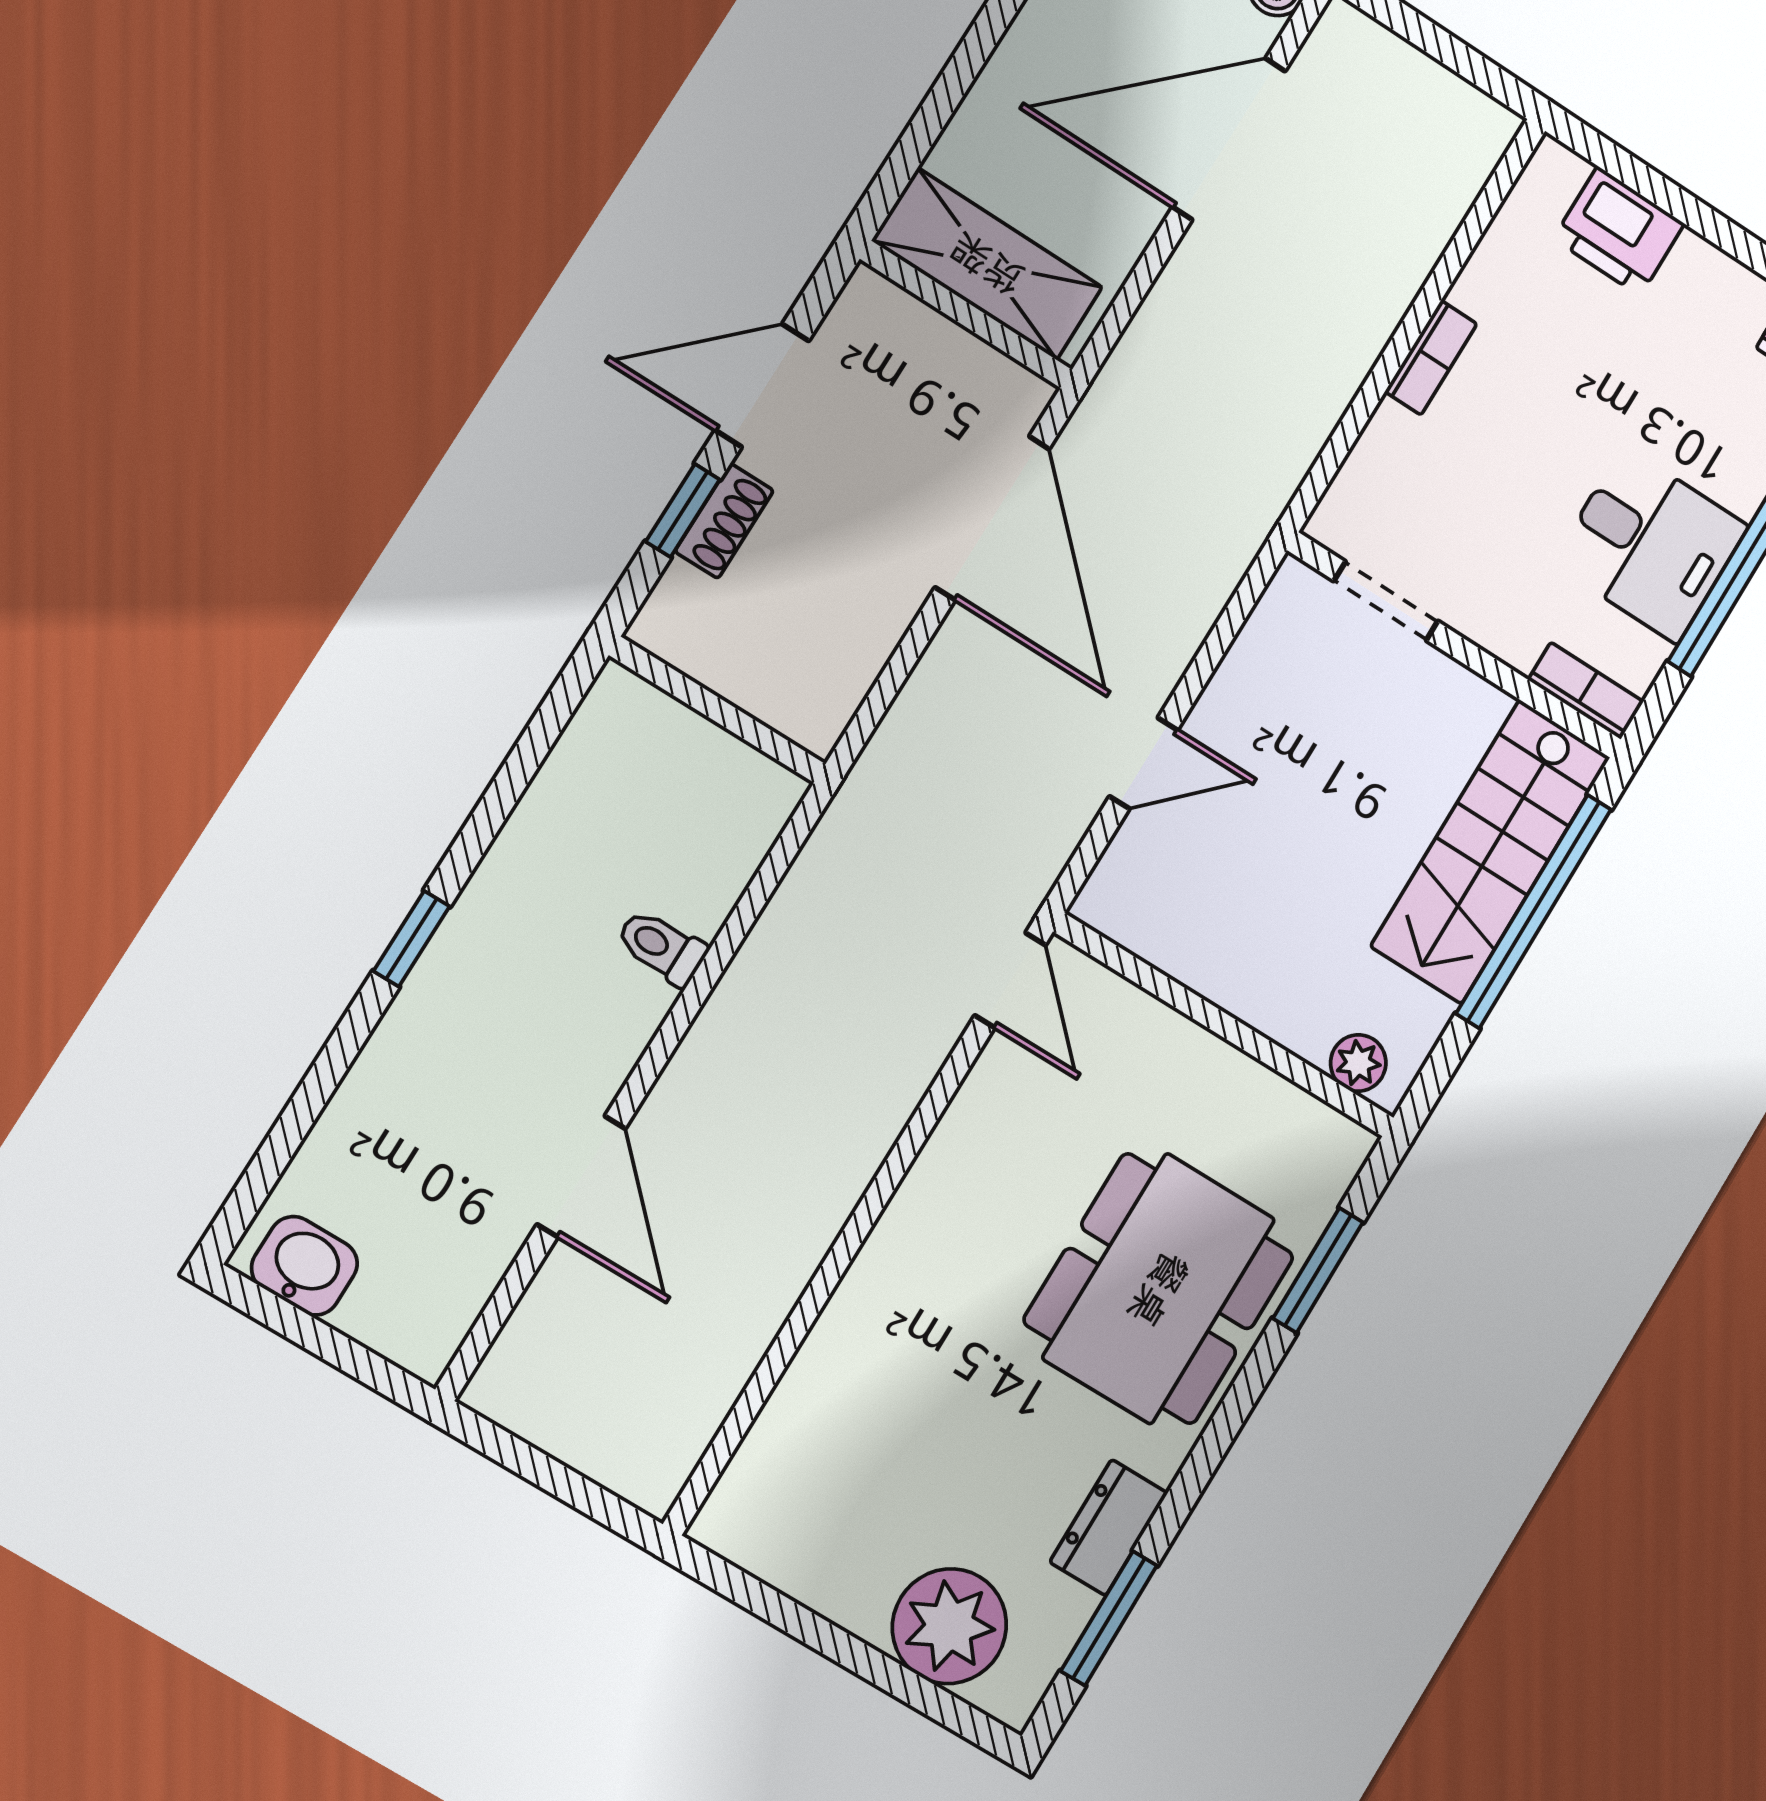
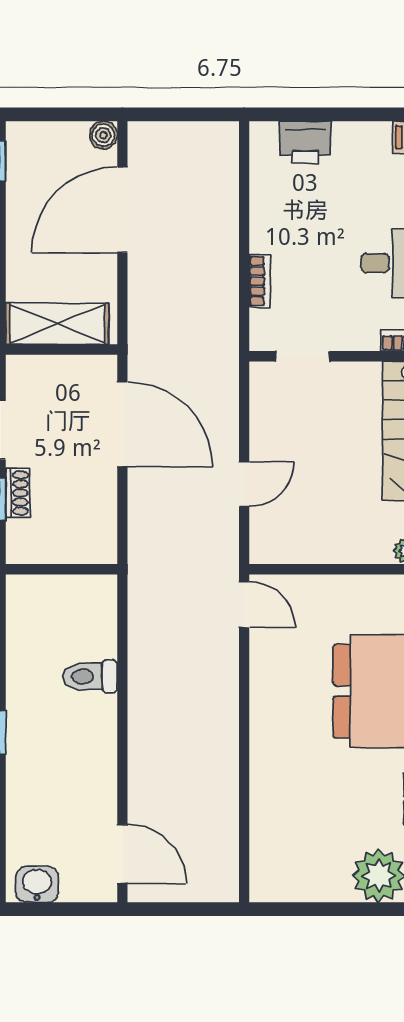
bookcase: (1431, 358) -> (260, 281), moved
toilet: (662, 947) -> (90, 676), width x1.37, depth x1.39
door: (581, 1176) -> (122, 854), moved

